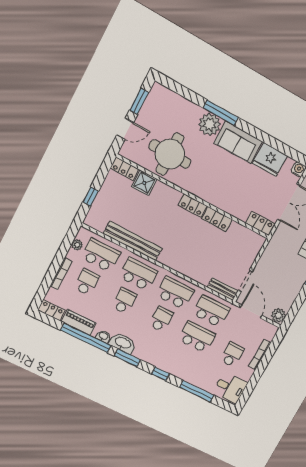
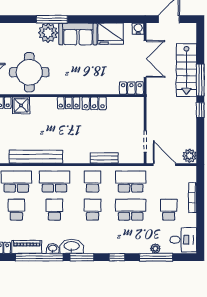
bench: (223, 289) -> (104, 158), moved
school desk: (175, 293) -> (93, 181), width x0.54
plant: (200, 383) -> (155, 249), added

